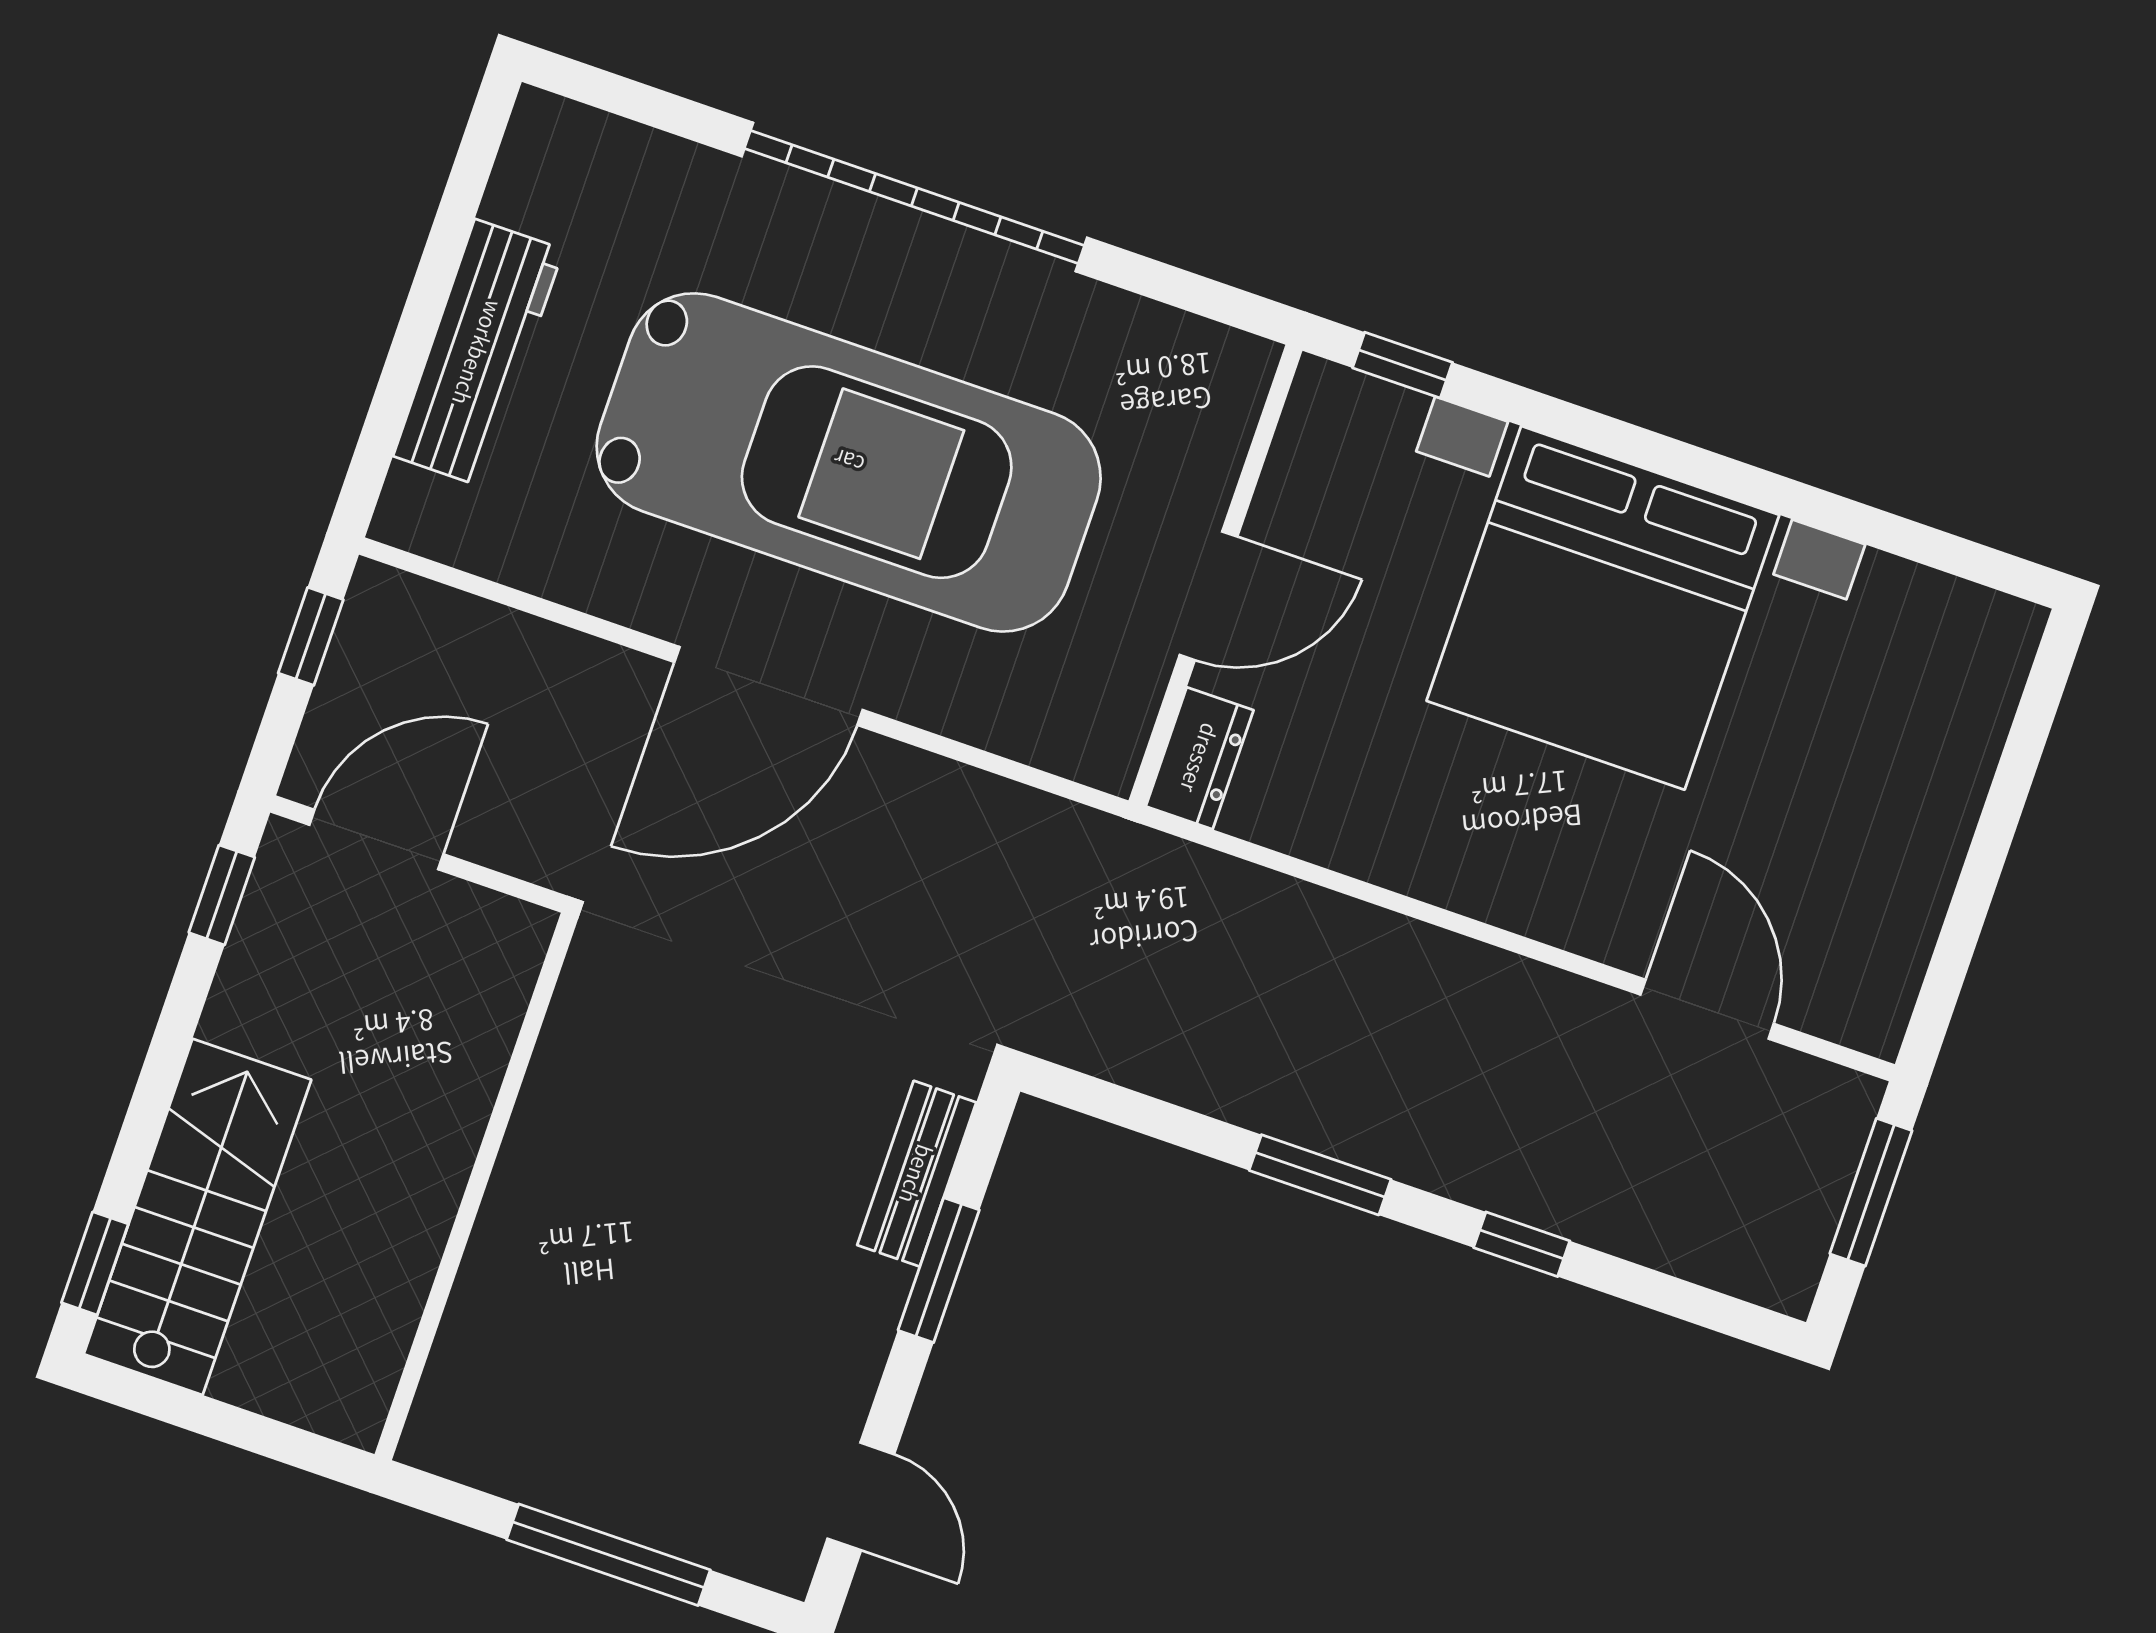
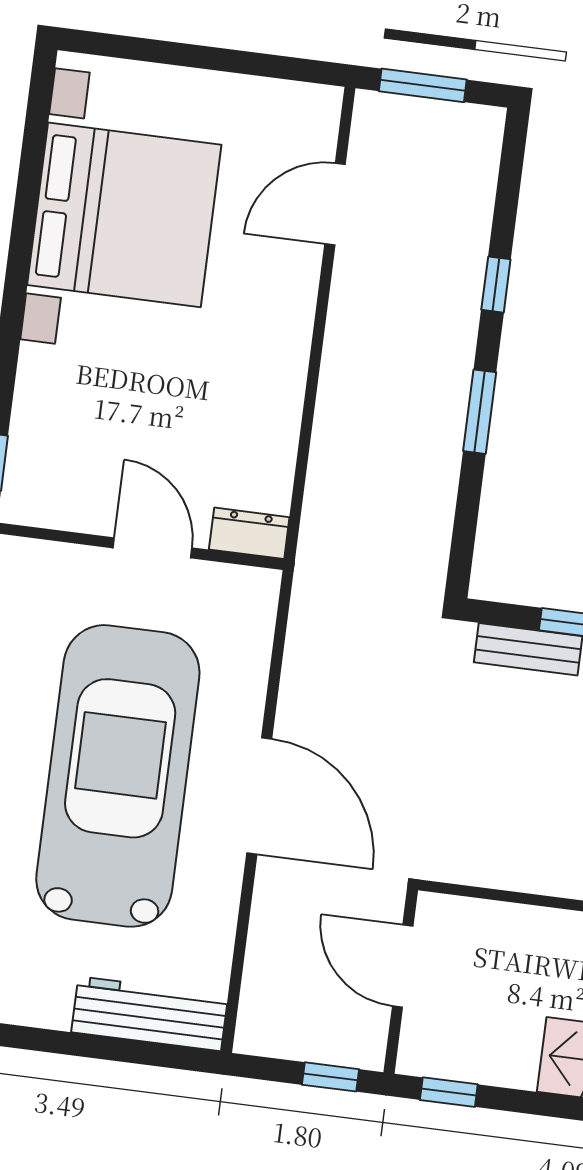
workbench: (478, 353) -> (150, 1014), moved
bed with nightstands: (1603, 608) -> (124, 215), moved
window: (311, 636) -> (331, 1077), moved
door: (376, 839) -> (403, 966), moved

